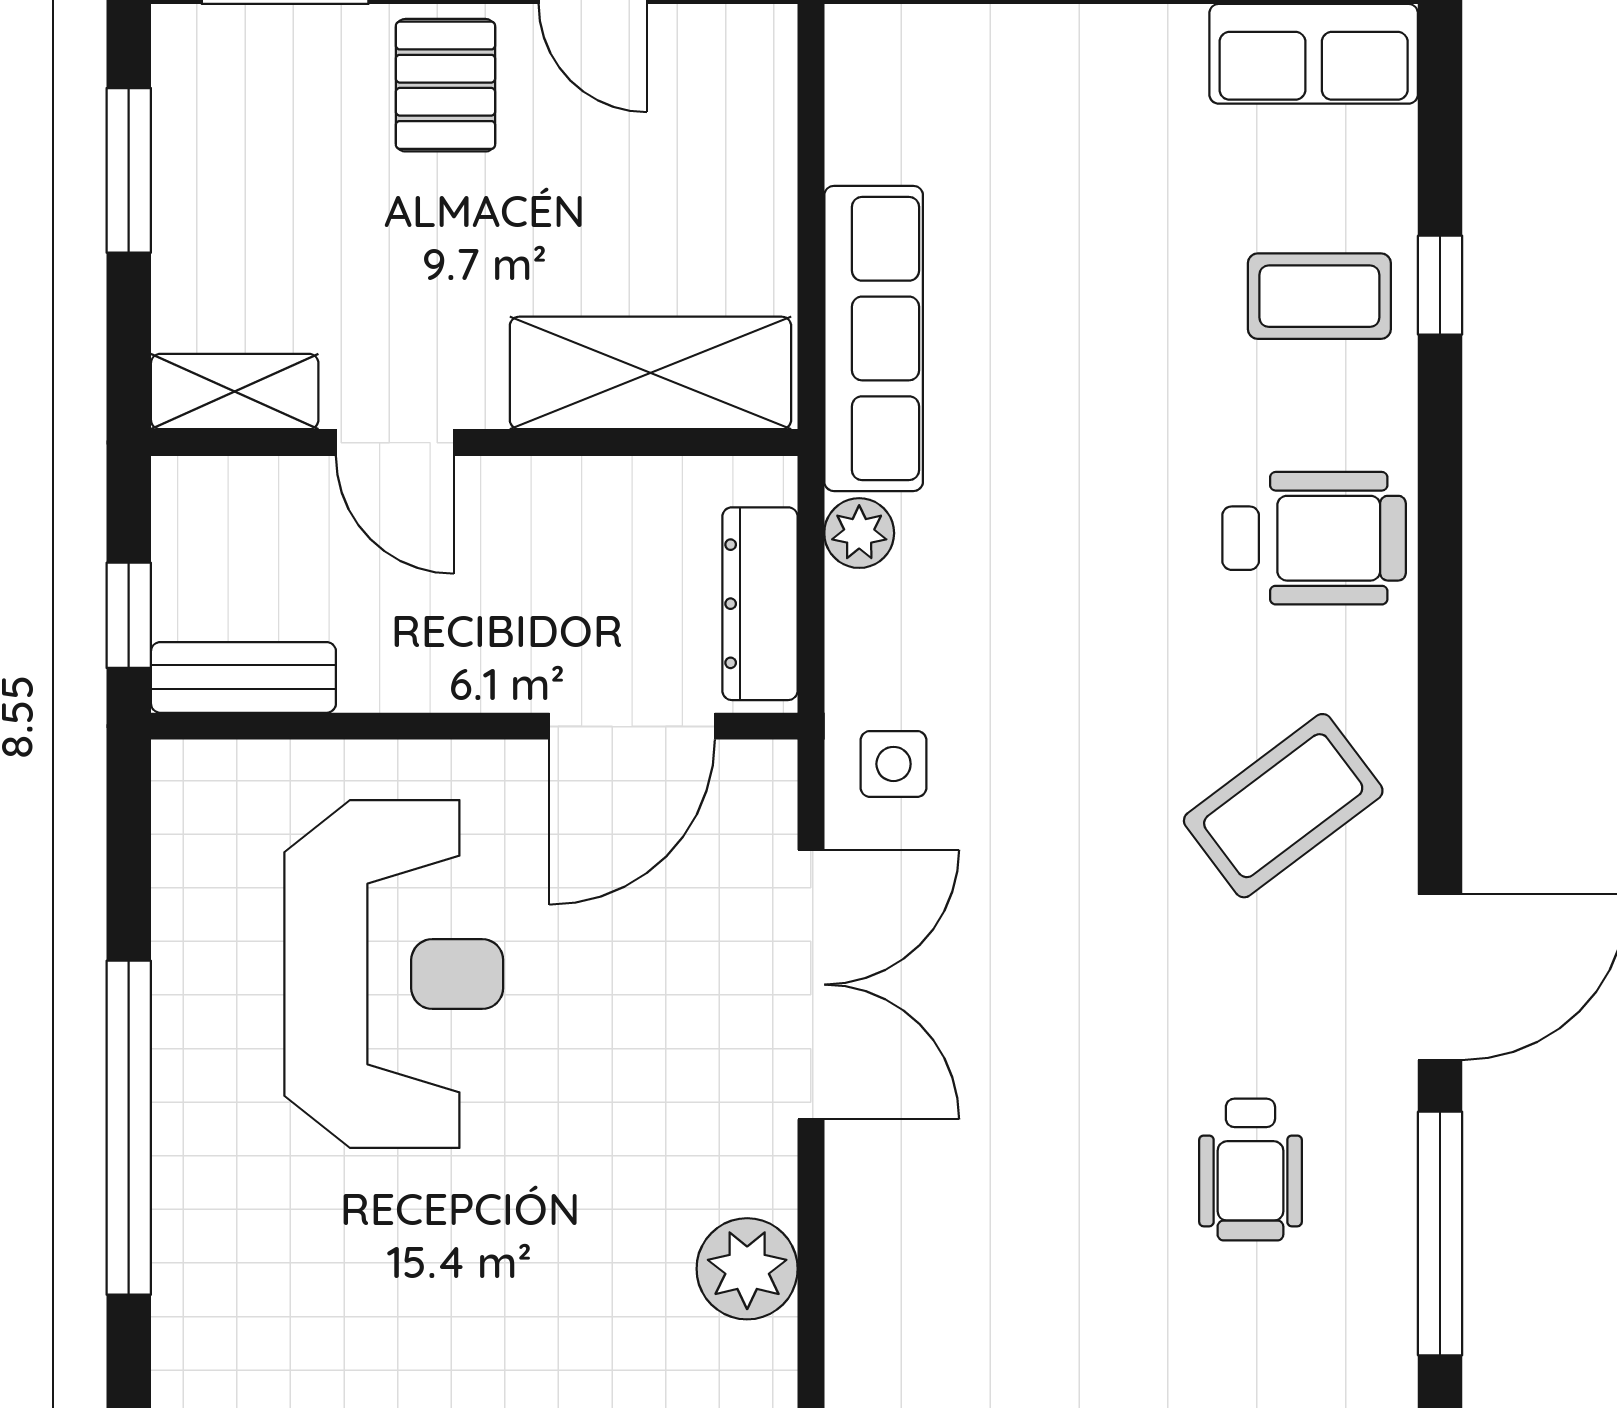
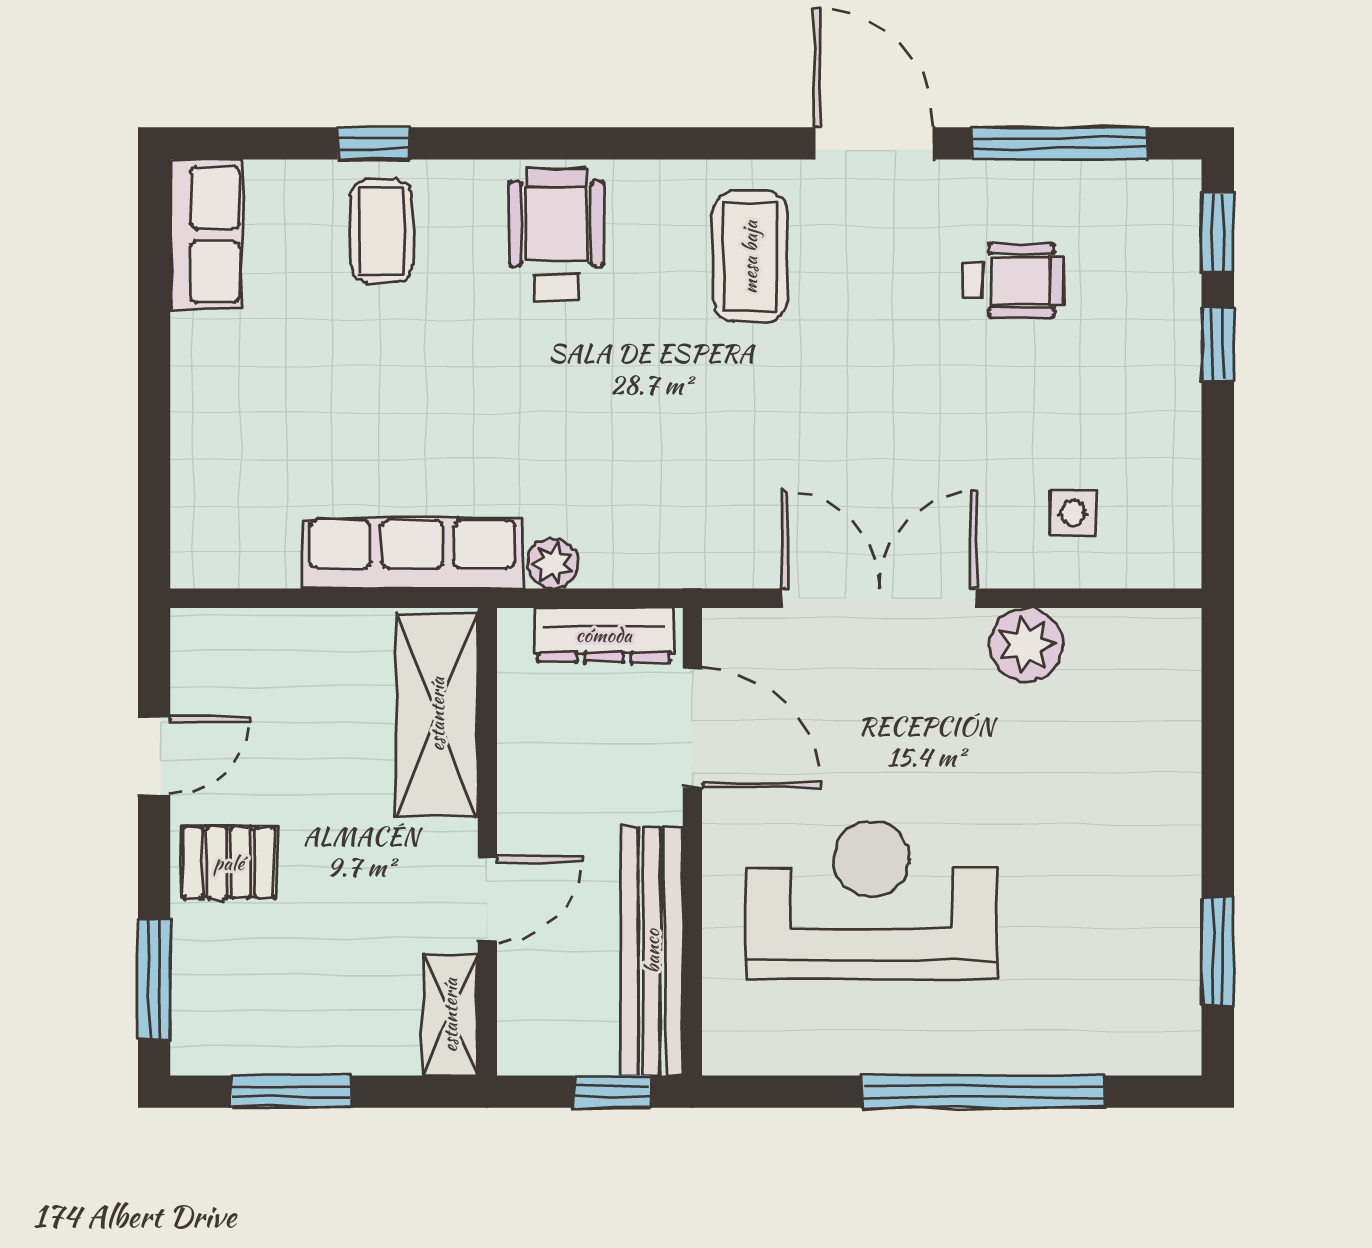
bench: (243, 677) -> (652, 951), width x1.86, depth x1.21
side table: (894, 764) -> (1073, 513), moved
coffee table: (1283, 806) -> (750, 257), turned 37
plant: (747, 1269) -> (1026, 644), moved

